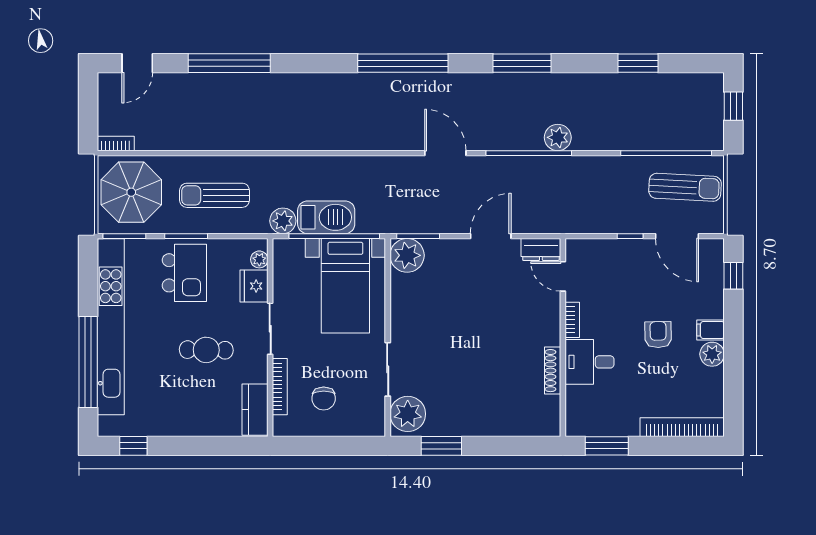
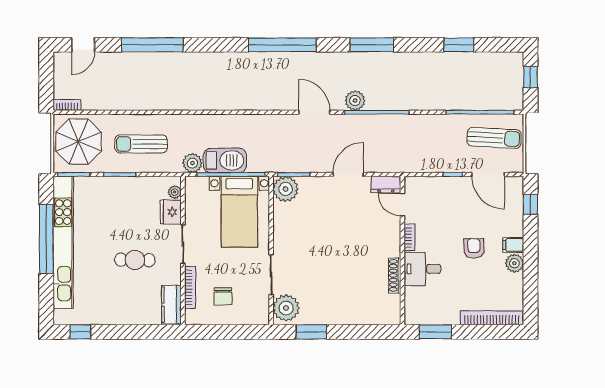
plant: (558, 137) -> (355, 101), moved
kitchen island: (184, 273) -> (119, 202), removed
window: (88, 362) -> (46, 239), moved

